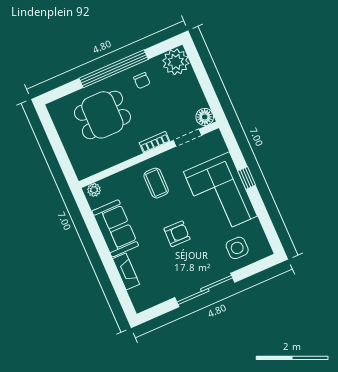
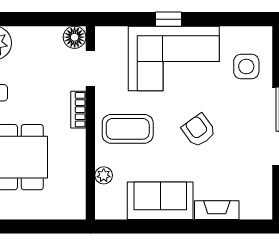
coffee table: (156, 183) -> (128, 129), width x1.36, depth x1.30
plant: (94, 190) -> (104, 175), moved
armchair: (177, 234) -> (199, 130), turned -37

